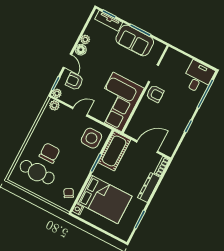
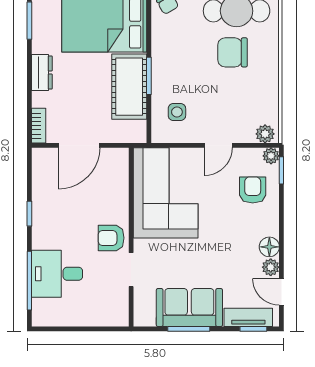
door: (67, 61) -> (281, 292), moved
desk: (198, 77) -> (57, 274), moved, turned 90
armchair: (74, 81) -> (253, 190), turned -87
side table: (91, 138) -> (177, 112), width x0.54, depth x0.54
cot: (114, 151) -> (129, 87), moved
chair: (50, 153) -> (233, 52), turned 90
dresser: (149, 188) -> (42, 72), width x0.70

